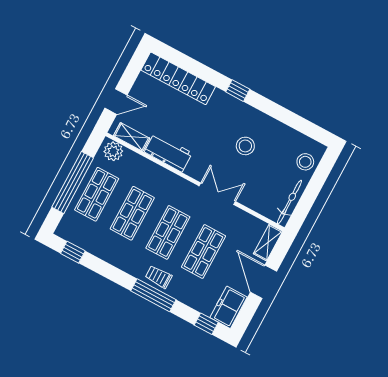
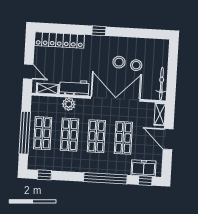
door: (116, 102) -> (28, 72), hinge flipped
plant: (113, 151) -> (69, 104), moved
stool: (305, 162) -> (136, 65), moved
double door: (217, 194) -> (115, 99), width x1.87
trolley: (159, 277) -> (103, 166), removed
window: (153, 295) -> (105, 178), width x1.46
freezer: (229, 307) -> (143, 168), moved, turned 90

